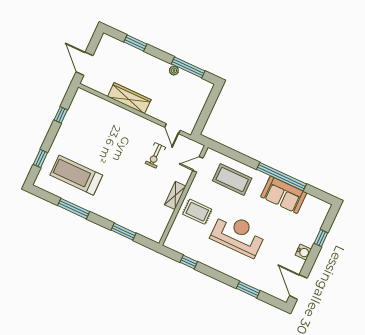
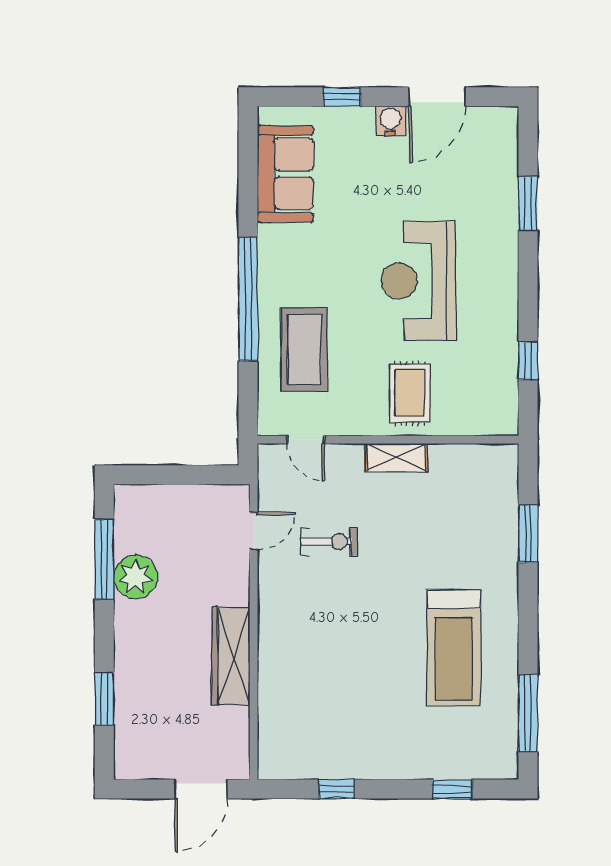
plant: (174, 71) -> (135, 577), width x1.87, depth x1.87
treadmill: (76, 175) -> (454, 648), moved
window: (281, 177) -> (248, 299), moved
sofa: (284, 195) -> (285, 174), moved
window: (74, 209) -> (528, 713), moved
door: (298, 287) -> (437, 97), moved

